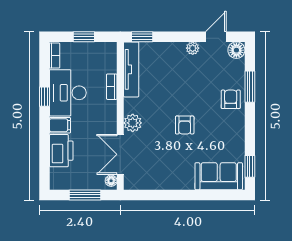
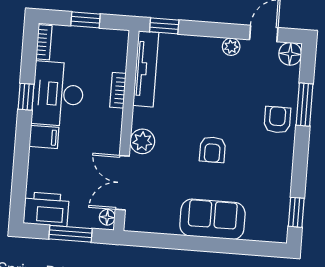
printer: (61, 151) -> (46, 209), moved, turned -90
sofa: (219, 176) -> (212, 219), moved

